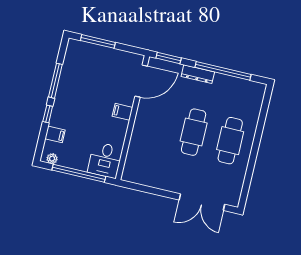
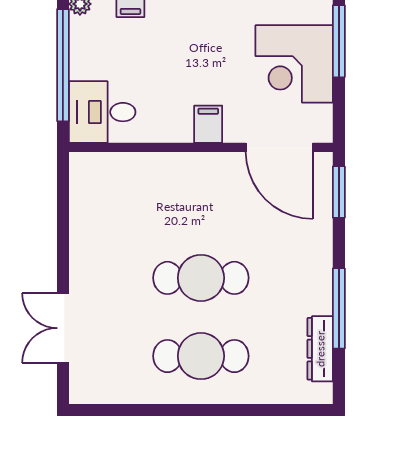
corner desk: (104, 65) -> (294, 64), added
window: (223, 71) -> (339, 308), width x0.68
dresser: (198, 74) -> (320, 349), moved
double door: (202, 202) -> (63, 328), width x0.73

